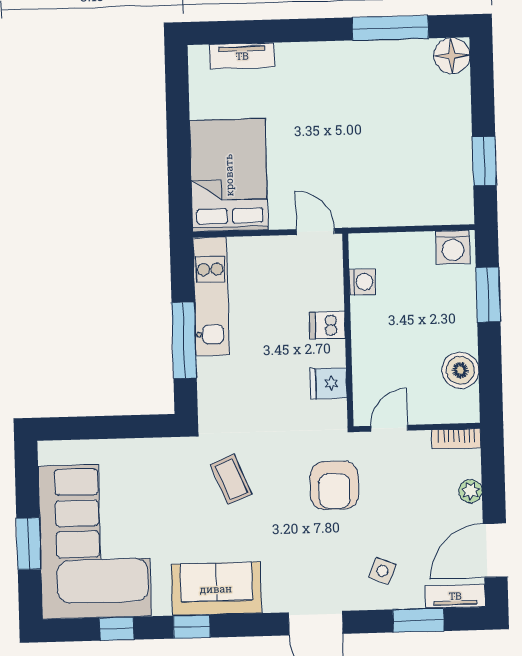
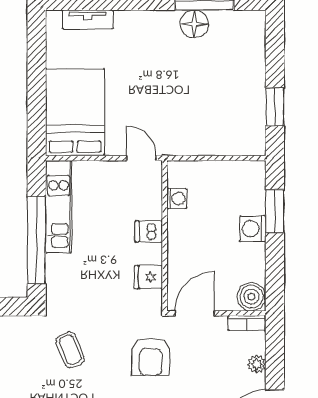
floor lamp: (452, 56) -> (194, 24), moved
washing machine: (453, 247) -> (253, 229), moved, turned 90
window: (184, 340) -> (37, 240), width x1.46
boiler: (460, 370) -> (251, 297), moved
door: (389, 428) -> (195, 313), width x1.38

